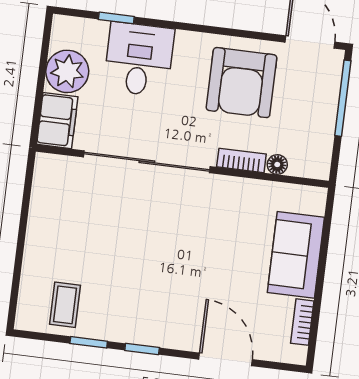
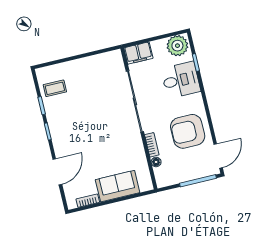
plant: (67, 71) -> (177, 46), moved

